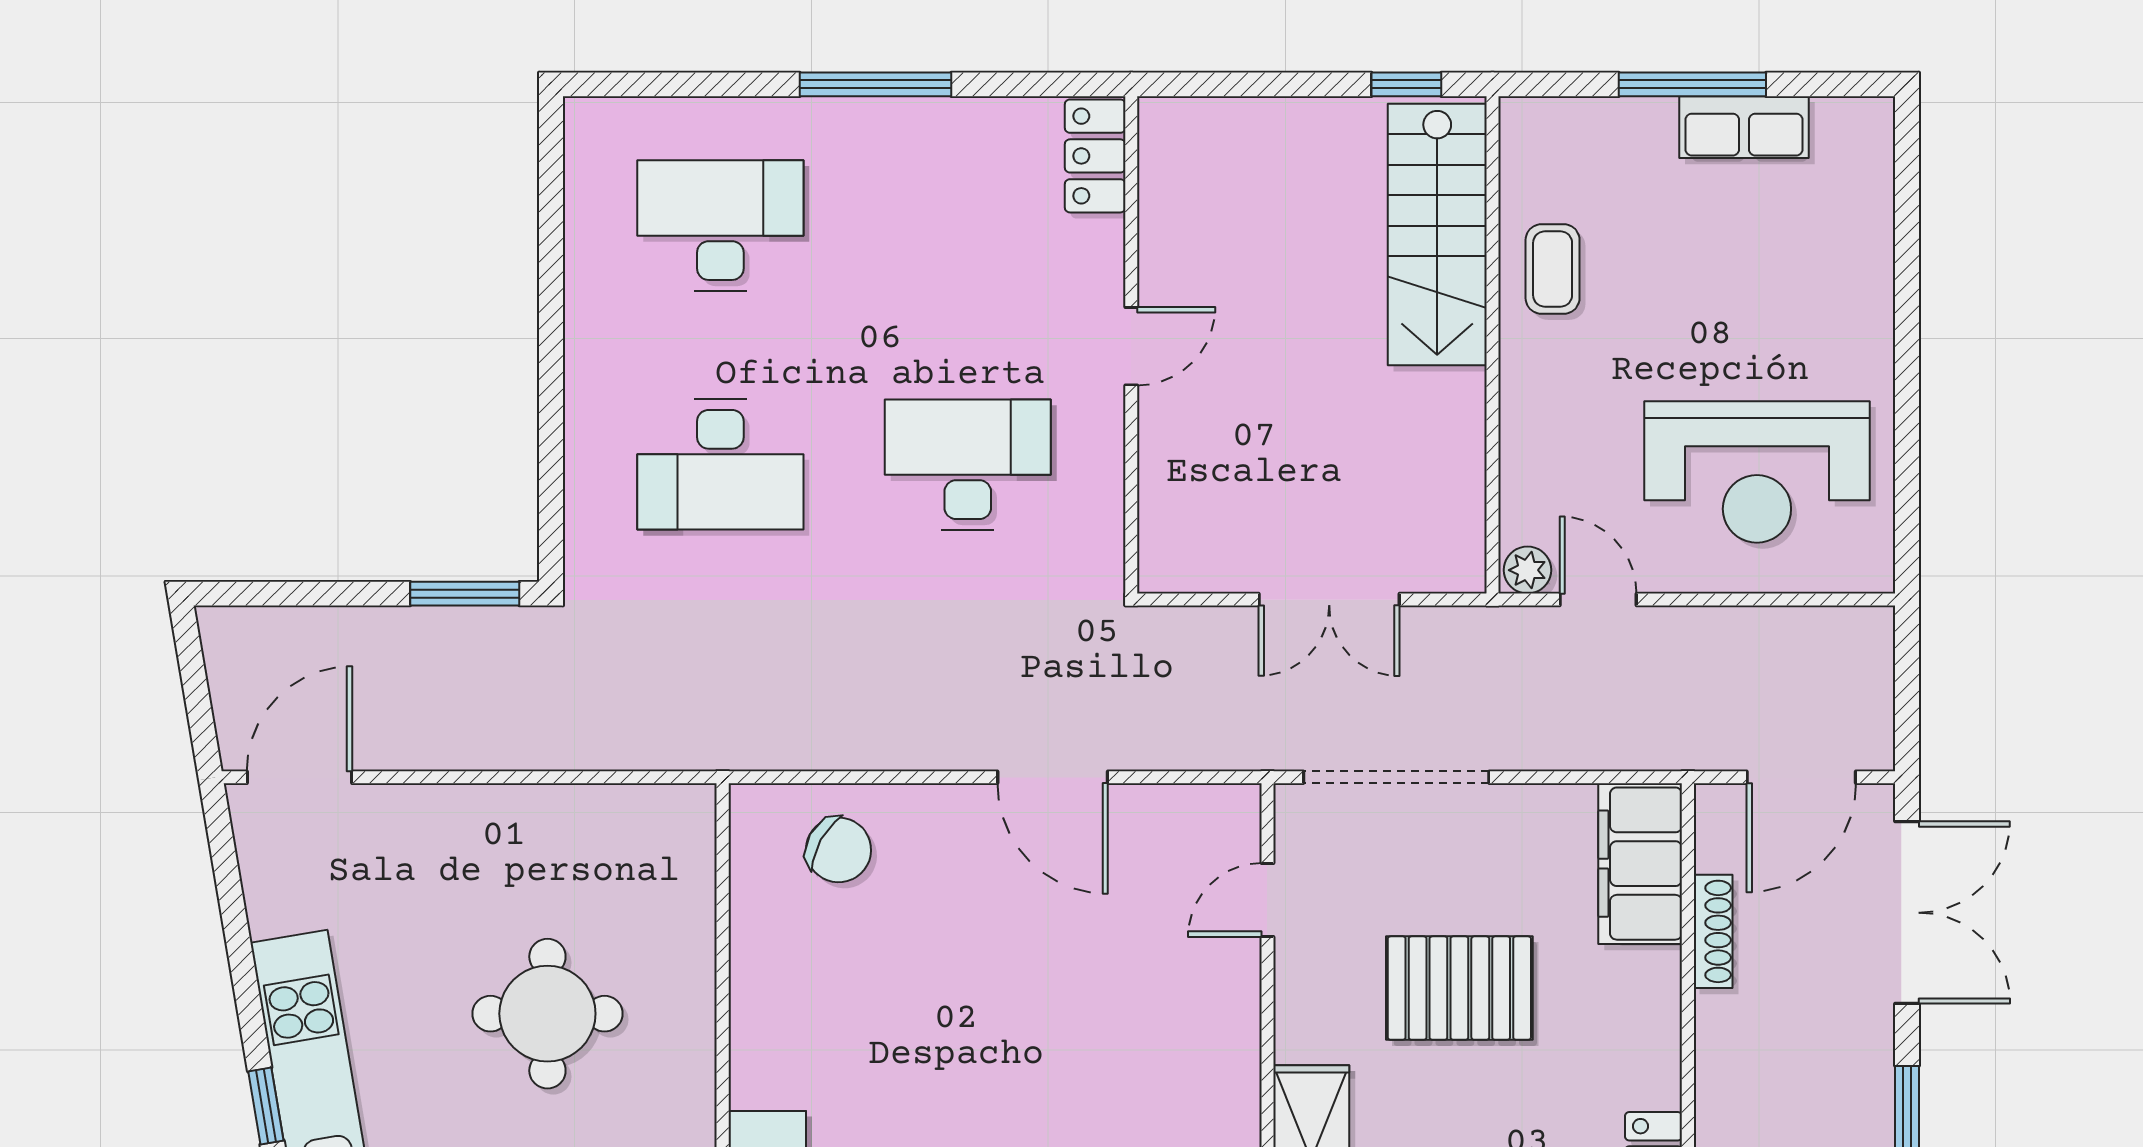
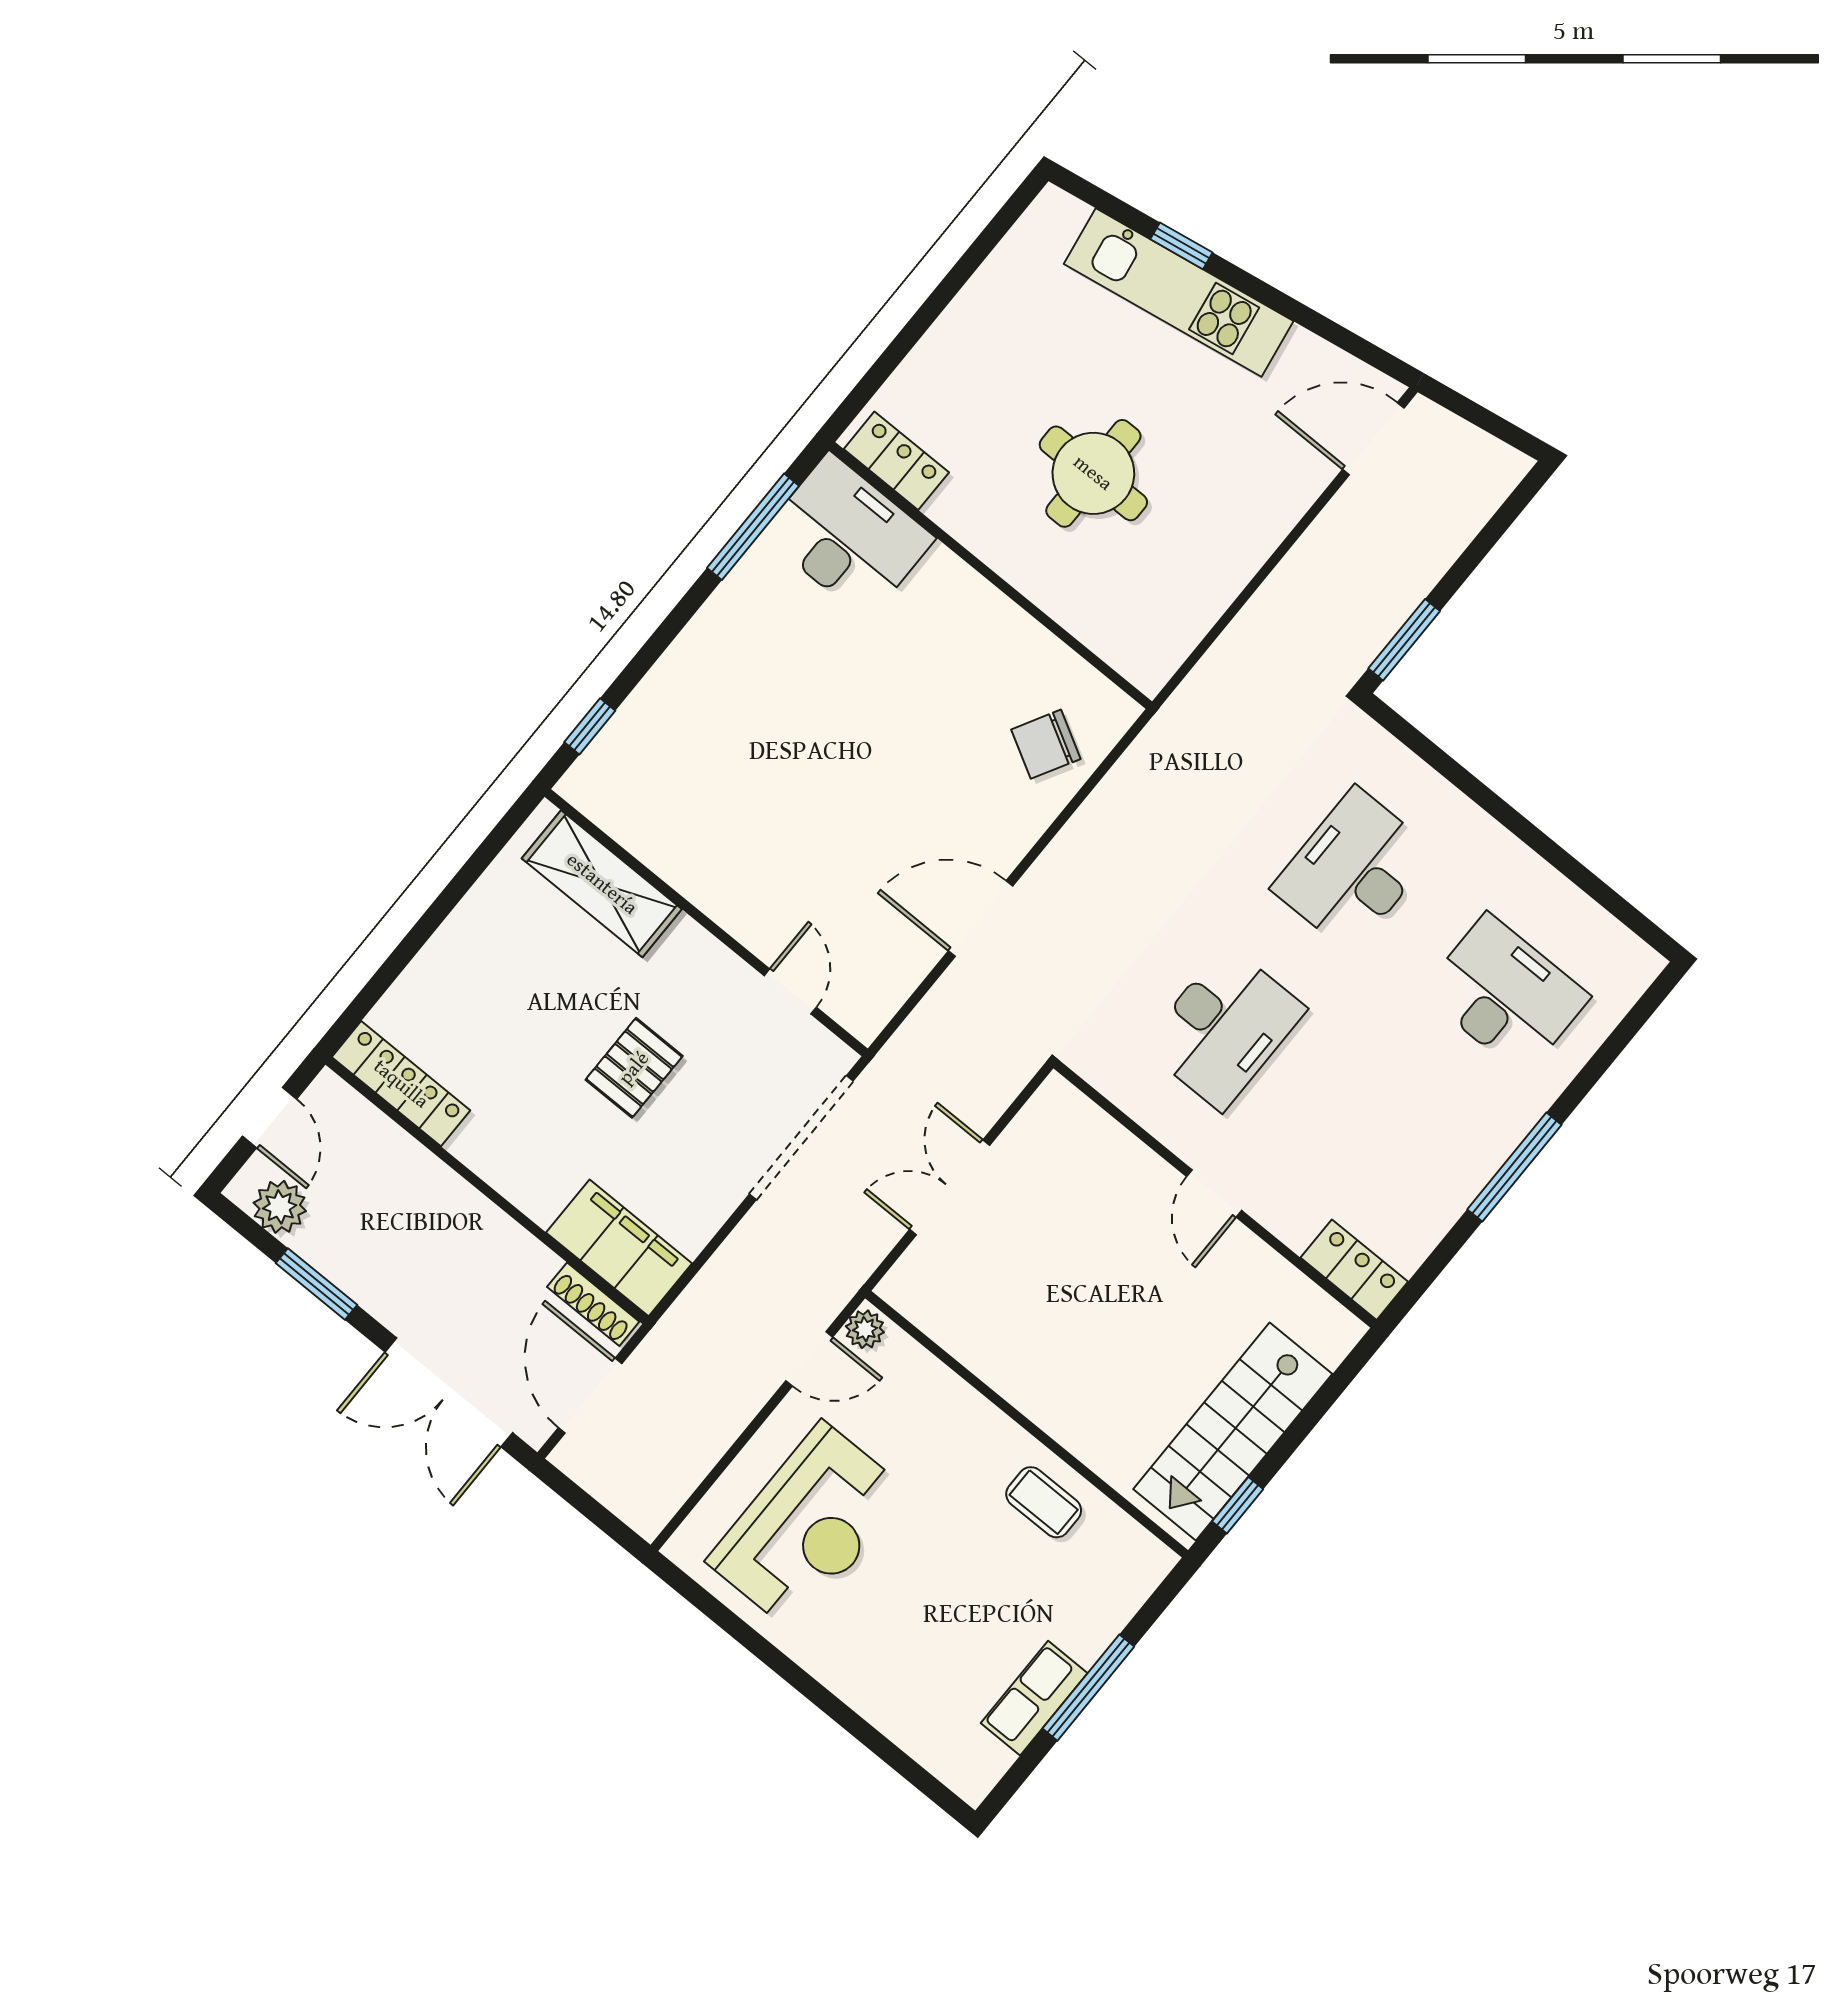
desk: (720, 225) -> (1505, 995), turned -90
stairs: (1437, 235) -> (1233, 1432), moved, turned -90
reception desk: (1757, 472) -> (808, 1527), turned 180
door: (300, 777) -> (1373, 439), swing flipped
shoe rack: (1713, 931) -> (593, 1304), moved
pallet: (1459, 988) -> (634, 1068), width x0.67, depth x0.71

